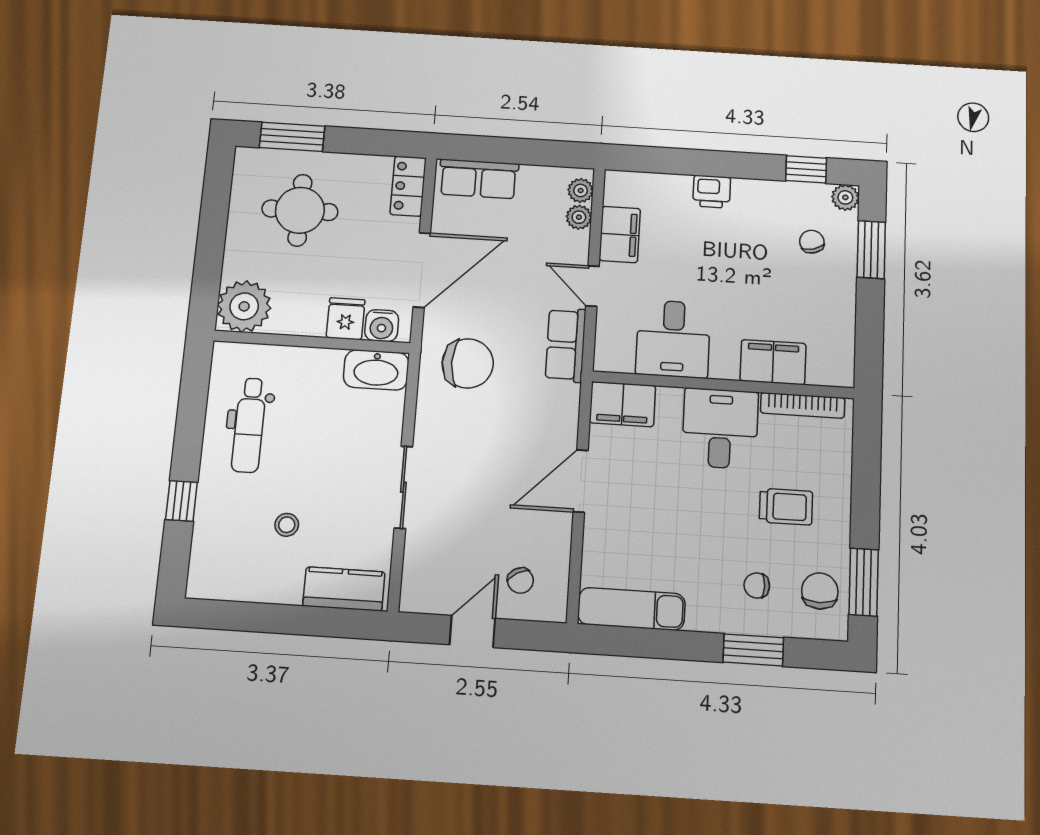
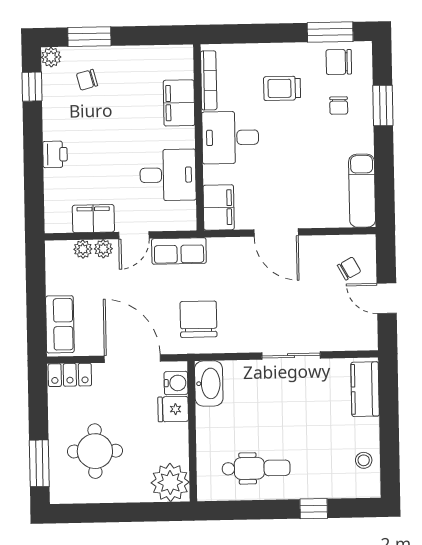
plant: (581, 190) -> (103, 249), moved
trolley: (786, 507) -> (282, 88), turned -90
stool: (287, 525) -> (364, 460), moved

